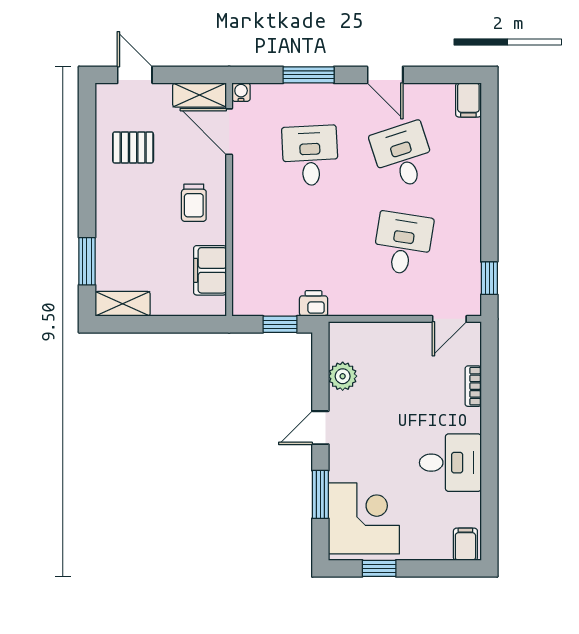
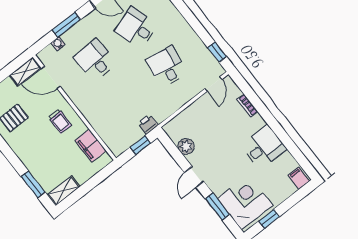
water cooler: (241, 92) -> (58, 44), moved

